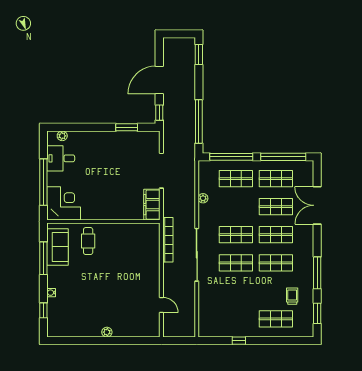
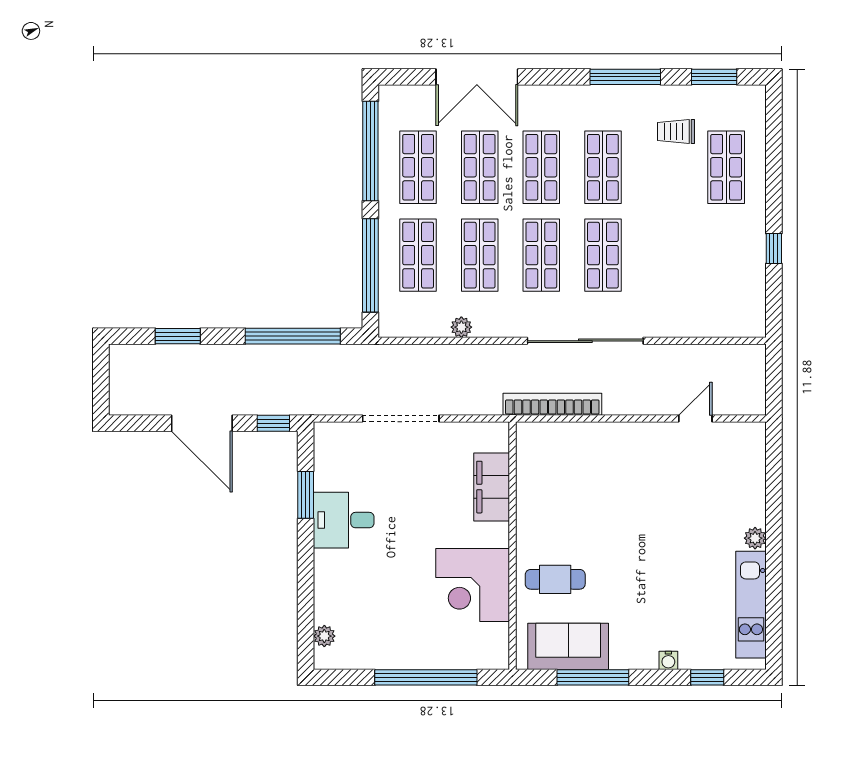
window: (199, 55) -> (178, 336), moved
desk: (61, 158) -> (344, 520), moved, turned 90
corner desk: (64, 203) -> (473, 585), moved, turned -90
filing cabinet: (152, 205) -> (492, 487), moved, turned 90
shop shelf: (236, 207) -> (480, 255), added
kitchen unit: (76, 330) -> (751, 605), added

